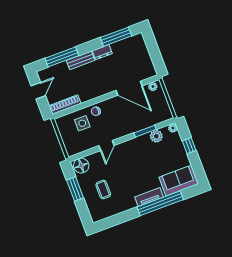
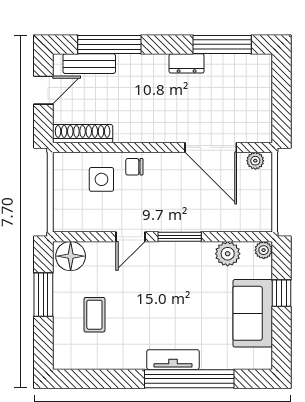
bench: (81, 60) -> (89, 64), moved
window: (145, 131) -> (180, 237), moved
sofa: (179, 181) -> (253, 313), moved, turned -90

